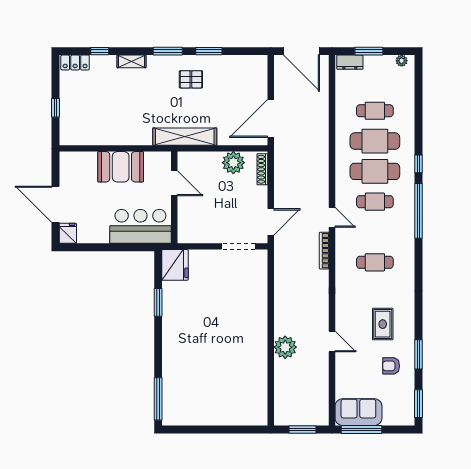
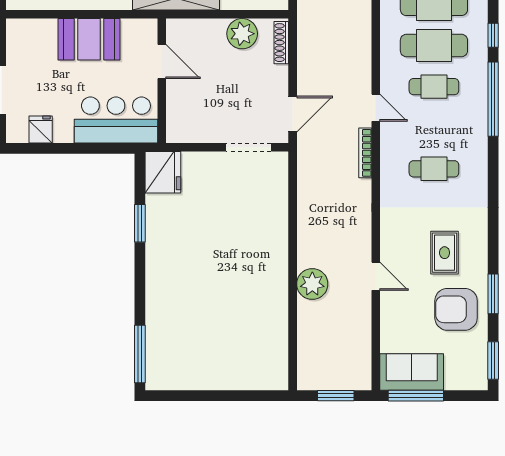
fridge: (68, 233) -> (41, 129), moved
armchair: (391, 366) -> (456, 309), width x1.88, depth x1.88

